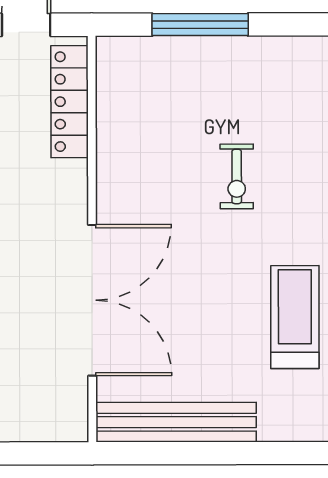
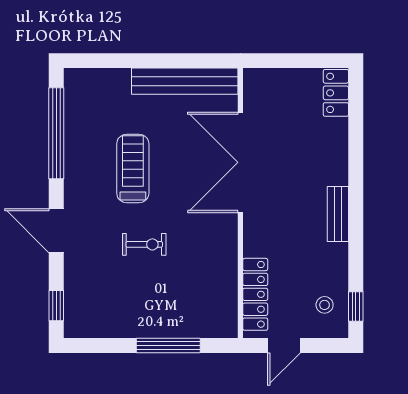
exercise bike: (237, 176) -> (144, 244), turned 90
treadmill: (295, 317) -> (133, 169), moved, turned 180

